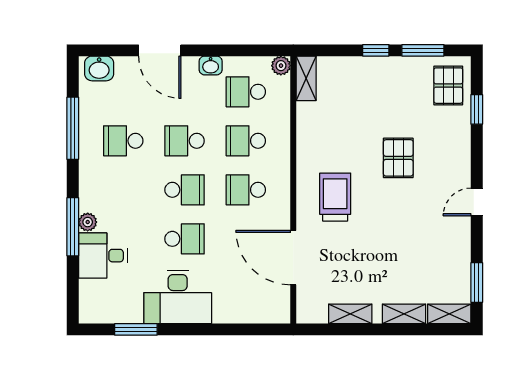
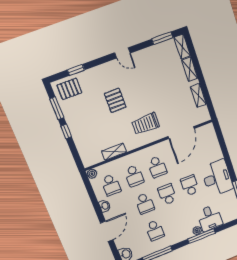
shelving: (306, 78) -> (114, 152), moved
pallet: (398, 158) -> (115, 100), turned 90

